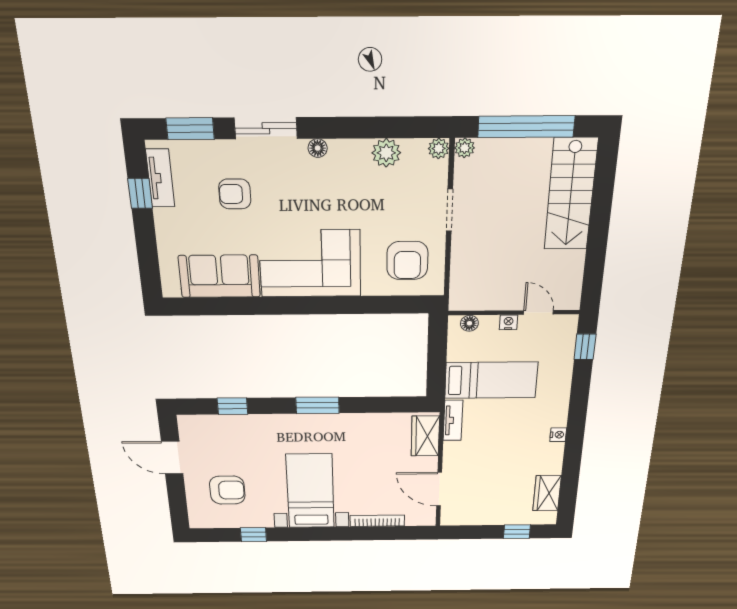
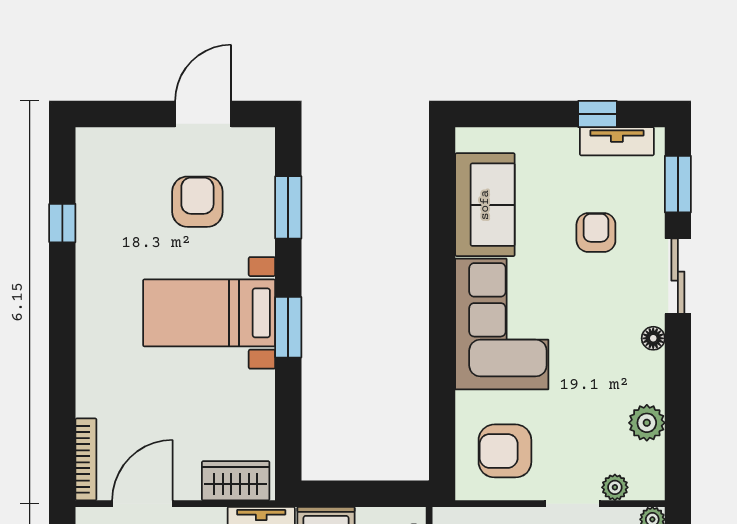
plant: (439, 148) -> (615, 487), moved
window: (232, 406) -> (288, 207), width x1.50
armchair: (227, 490) -> (197, 202), moved, turned 180
bed with nightstands: (310, 491) -> (209, 313), moved, turned 180
bookcase: (377, 521) -> (86, 459), moved

